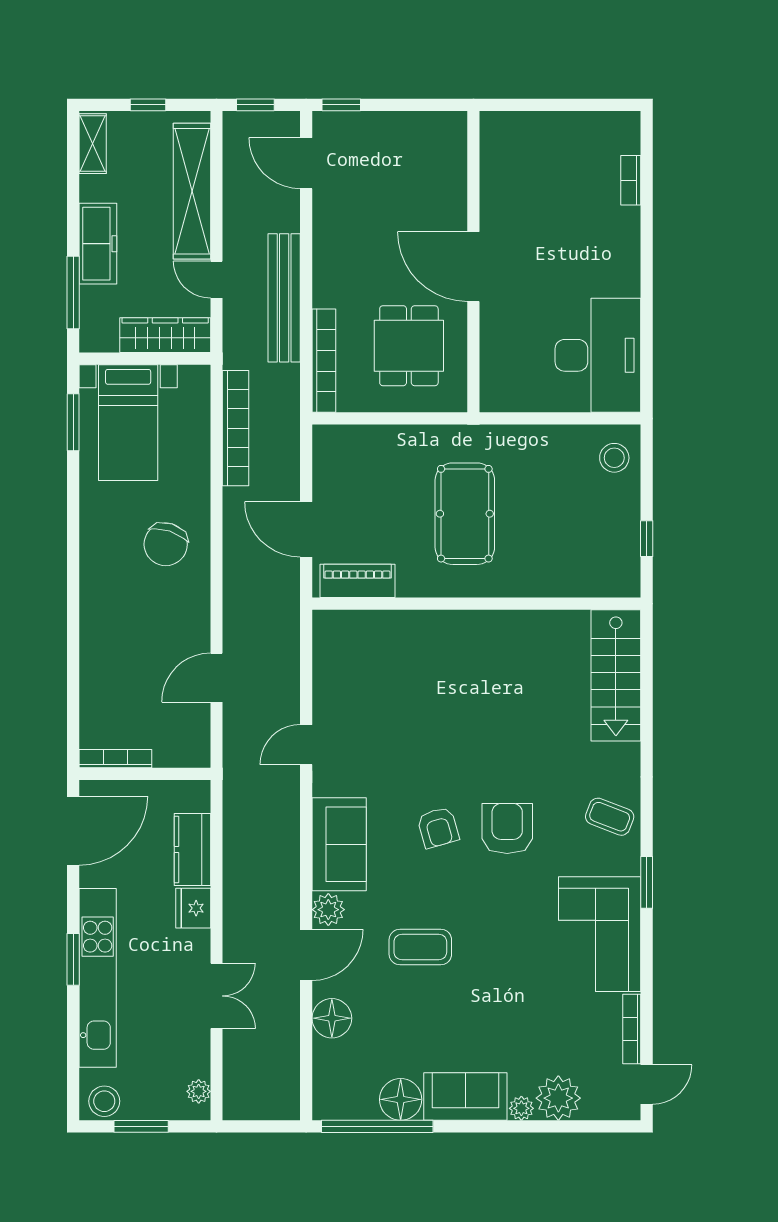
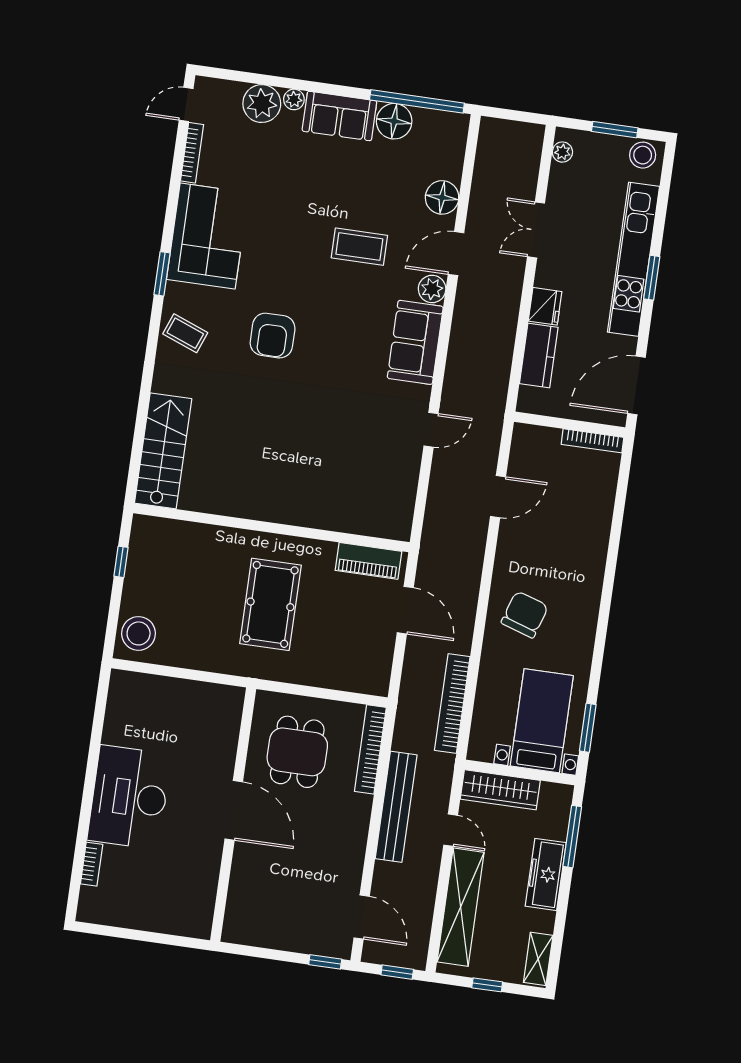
desk: (598, 355) -> (129, 797), moved
stool: (614, 458) -> (139, 633), width x1.38, depth x1.38
armchair: (438, 828) -> (330, 345), removed

